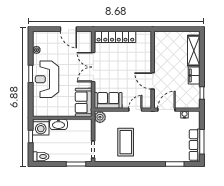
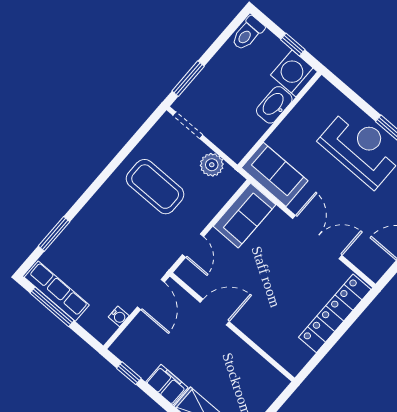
plant: (100, 117) -> (212, 165), moved

